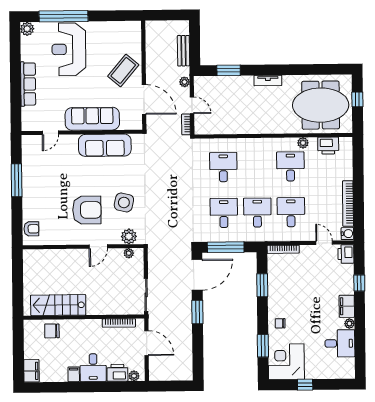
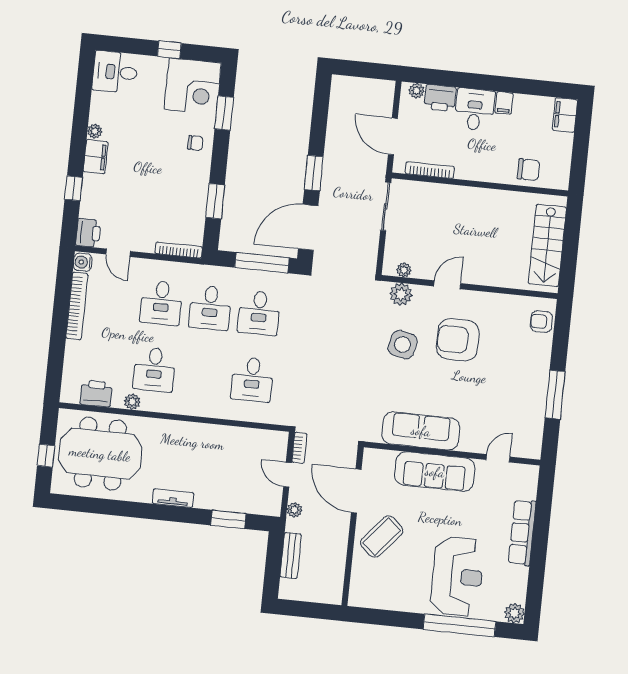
stairs: (58, 305) -> (547, 245), moved, turned 90
desk: (340, 343) -> (115, 72), moved

